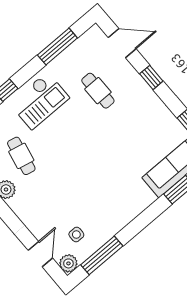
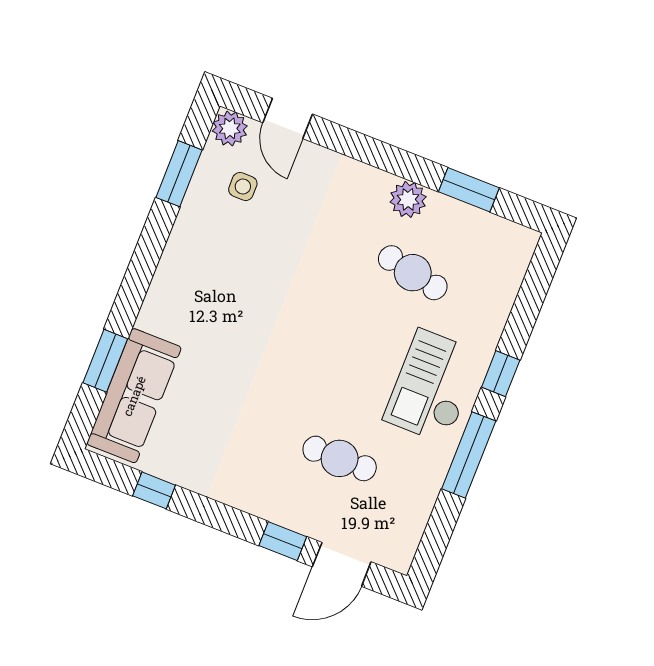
window: (57, 46) -> (469, 455), moved
window: (151, 77) -> (283, 541), moved
window: (102, 255) -> (179, 174), width x0.69

